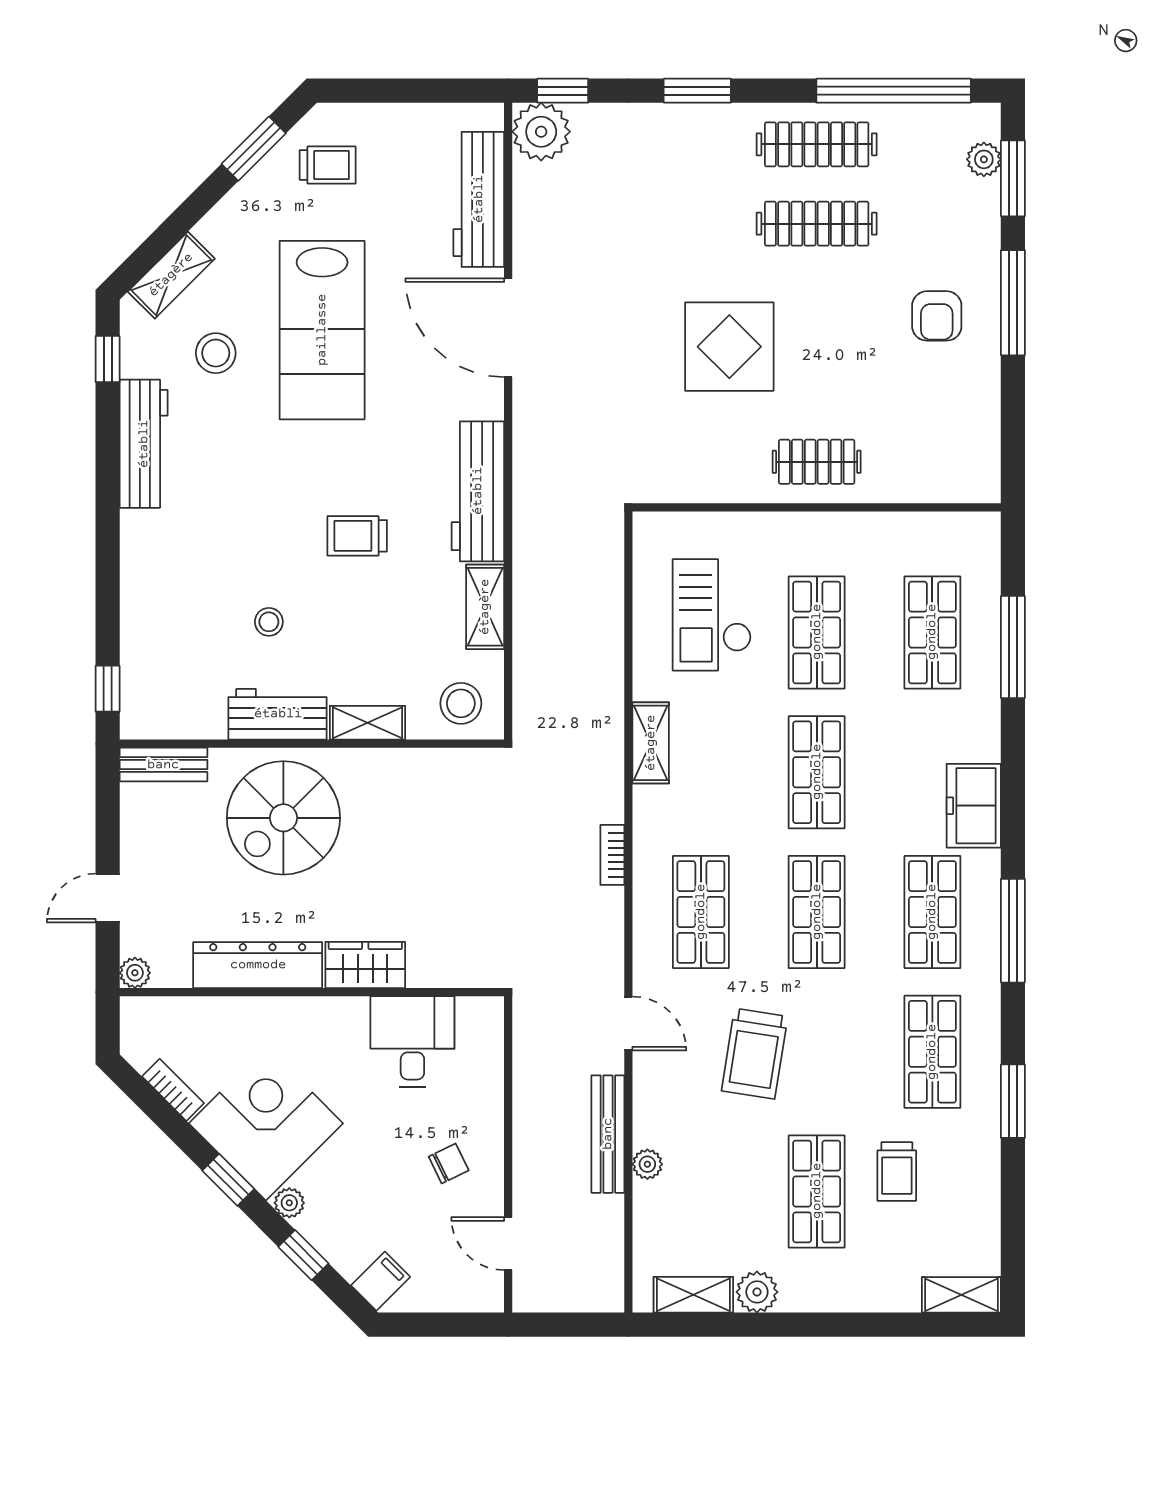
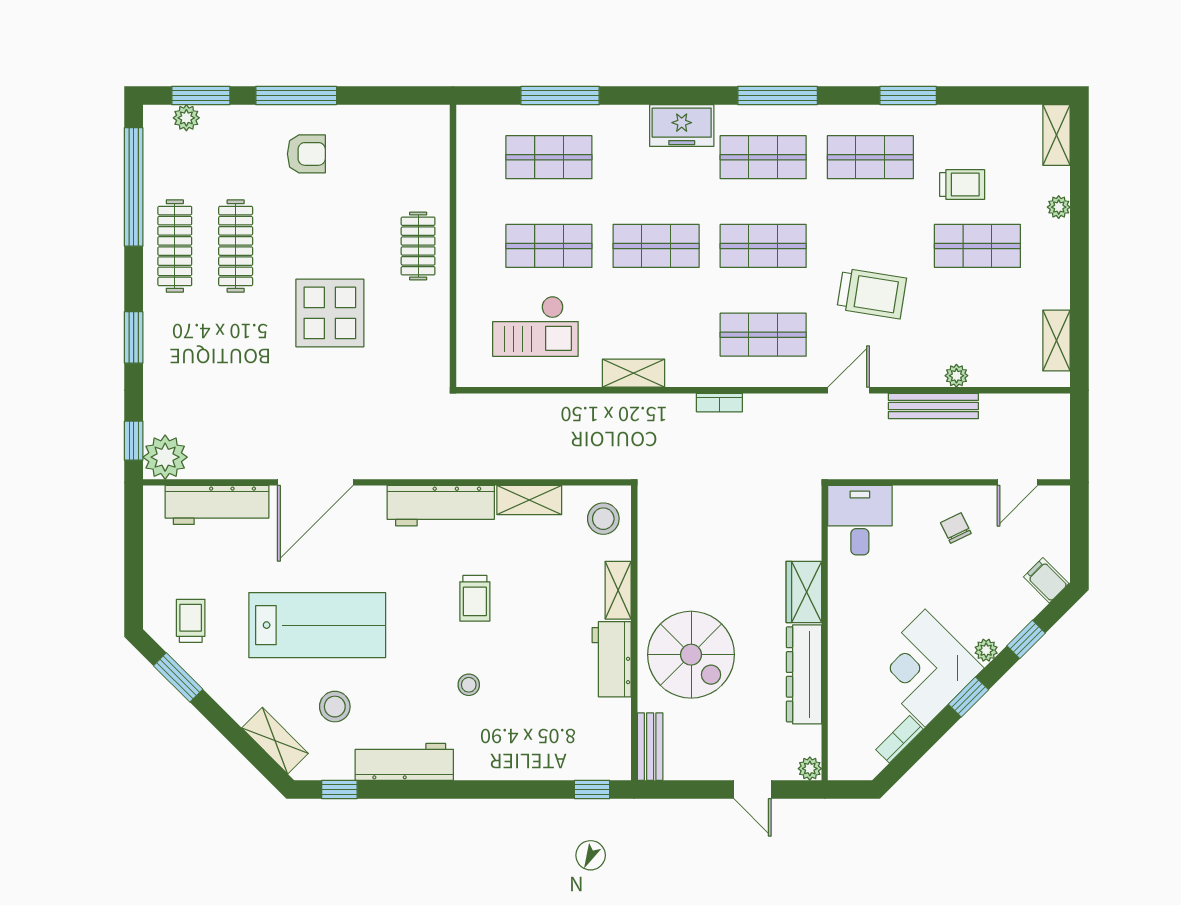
stool: (269, 622) -> (469, 685), moved
desk: (412, 1041) -> (860, 520), moved, turned 90
plant: (757, 1292) -> (1059, 207), moved, width x0.73, depth x0.73

